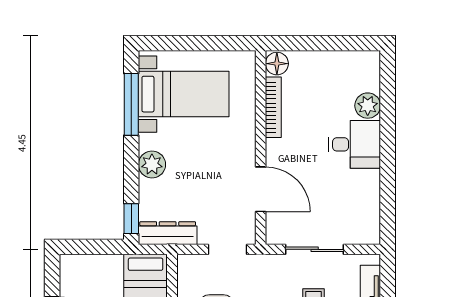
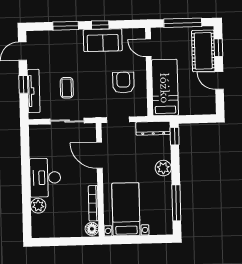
bed with nightstands: (184, 94) -> (126, 209), moved, turned 90
desk: (355, 144) -> (45, 178), width x1.37

